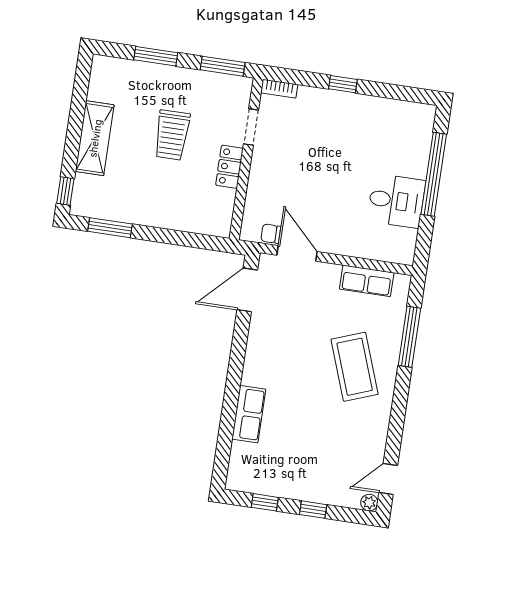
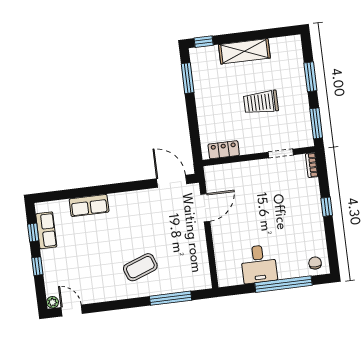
locker: (229, 167) -> (224, 150), moved
chair: (271, 234) -> (315, 263), moved
row of seats: (367, 281) -> (46, 230), moved, turned 180
coffee table: (355, 367) -> (140, 267), width x0.73, depth x0.76

